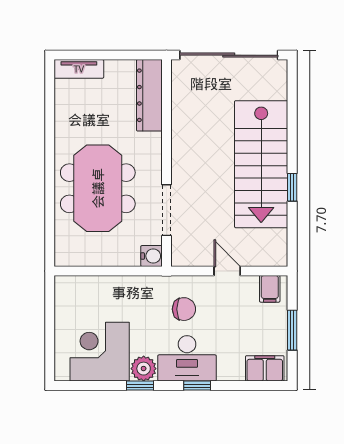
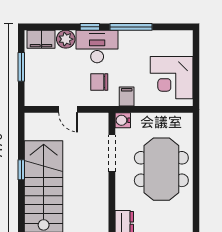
filing cabinet: (270, 289) -> (127, 97), moved
corner desk: (100, 352) -> (172, 78), moved, turned 90
plant: (144, 369) -> (66, 39), moved
window: (140, 386) -> (131, 27), width x2.17

